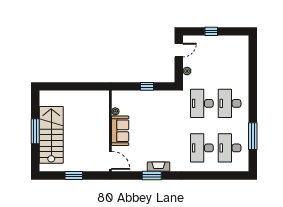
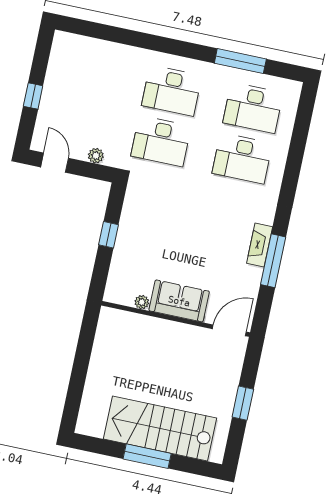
window: (152, 175) -> (273, 261), width x1.44

